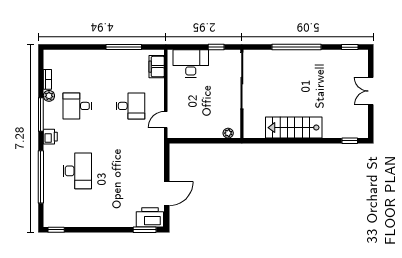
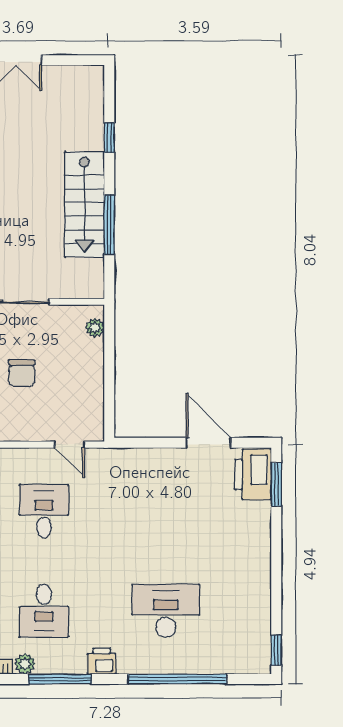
chair: (204, 94) -> (22, 373), added
window: (283, 141) -> (109, 225), added
window: (350, 141) -> (109, 138), moved

